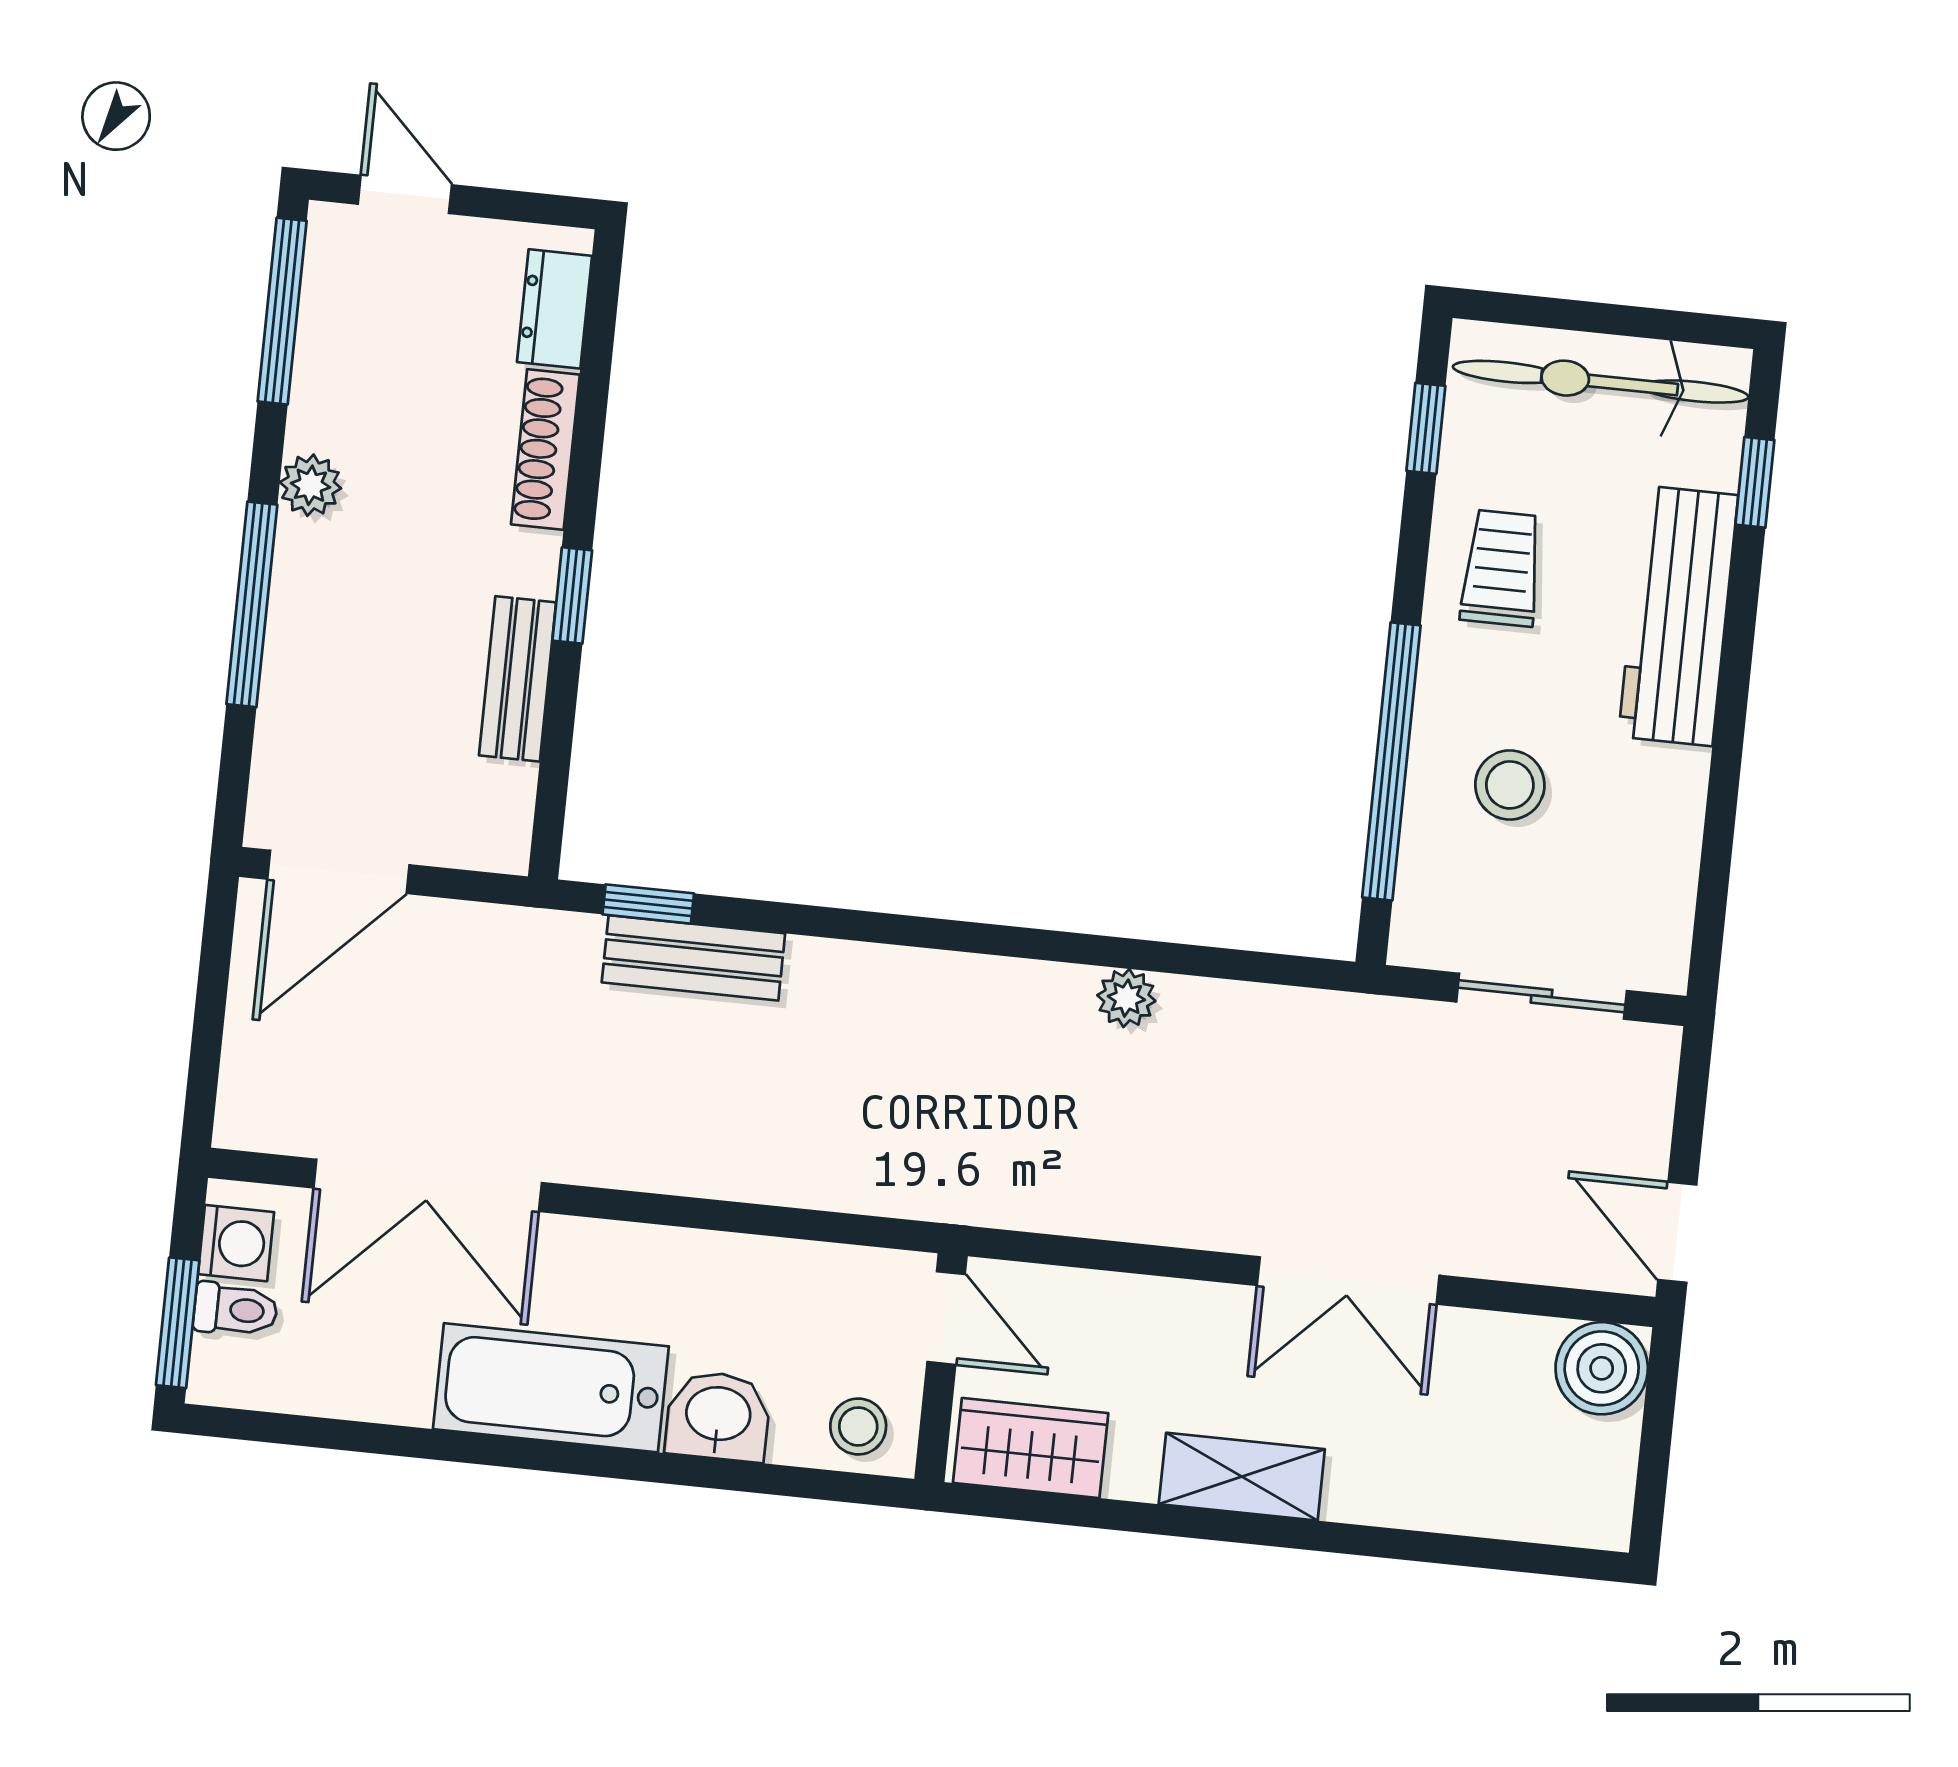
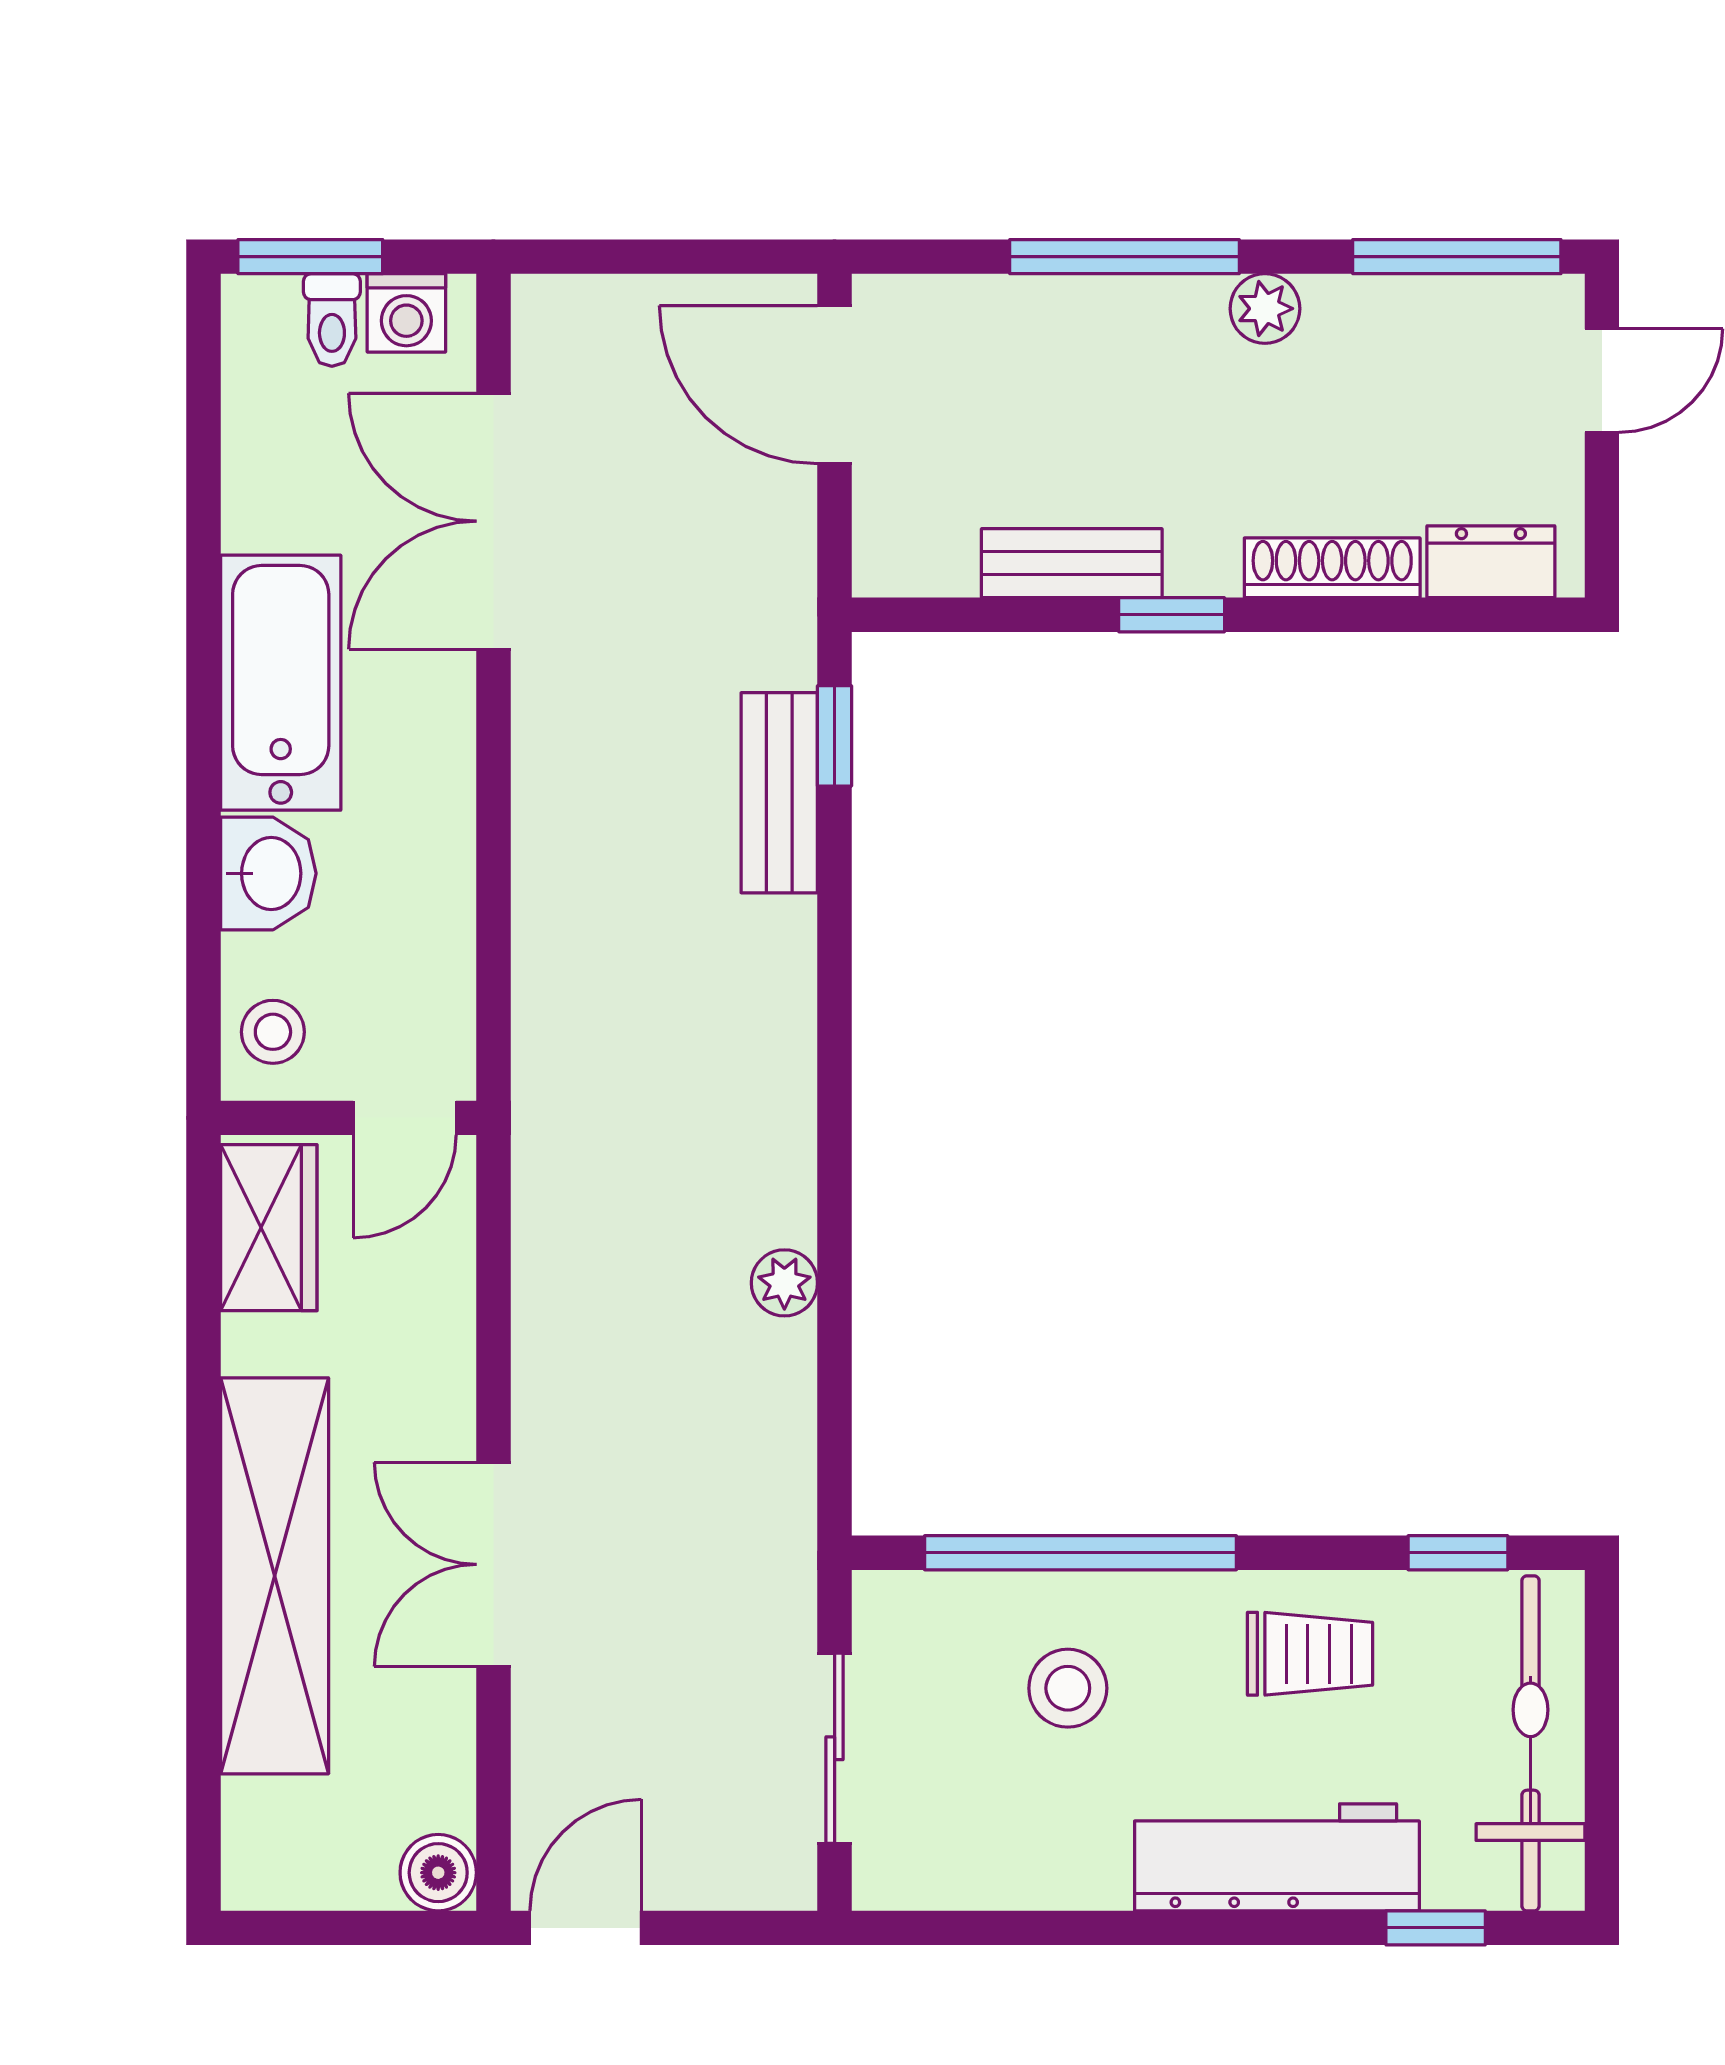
boiler: (1602, 1368) -> (438, 1873), width x0.73, depth x0.73
shelving: (1242, 1477) -> (275, 1576), width x2.20, depth x1.33

